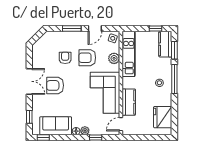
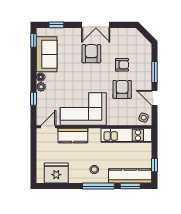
kitchen counter: (165, 44) -> (130, 176), width x1.50
plant: (114, 58) -> (121, 119), removed
door: (121, 124) -> (48, 127), hinge flipped

